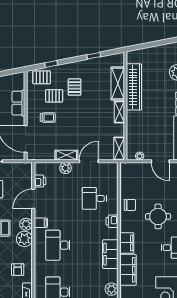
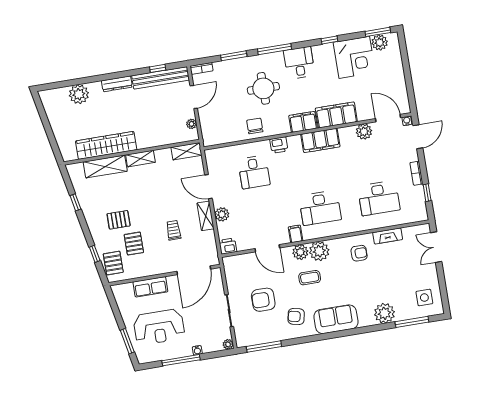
trolley: (48, 118) -> (174, 230), moved
printer: (40, 181) -> (228, 246), moved

